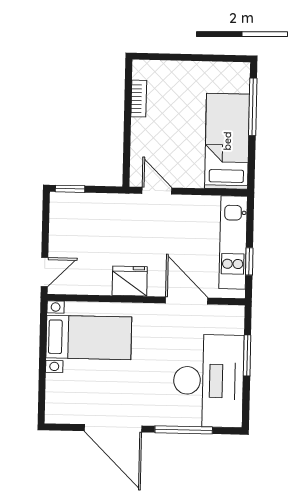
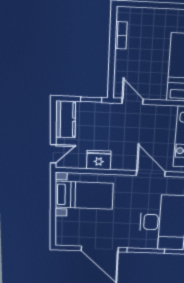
window: (70, 189) -> (91, 100), moved
kitchen counter: (63, 219) -> (65, 119), added
fridge: (130, 281) -> (99, 160), moved

